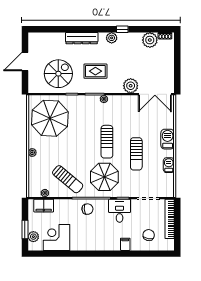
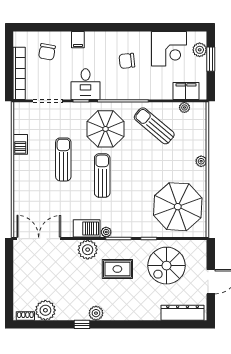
dresser: (82, 38) -> (183, 313), moved
plant: (131, 86) -> (88, 250), moved
barbecue: (168, 139) -> (87, 228), moved, turned -90
chair: (87, 209) -> (127, 61), moved

